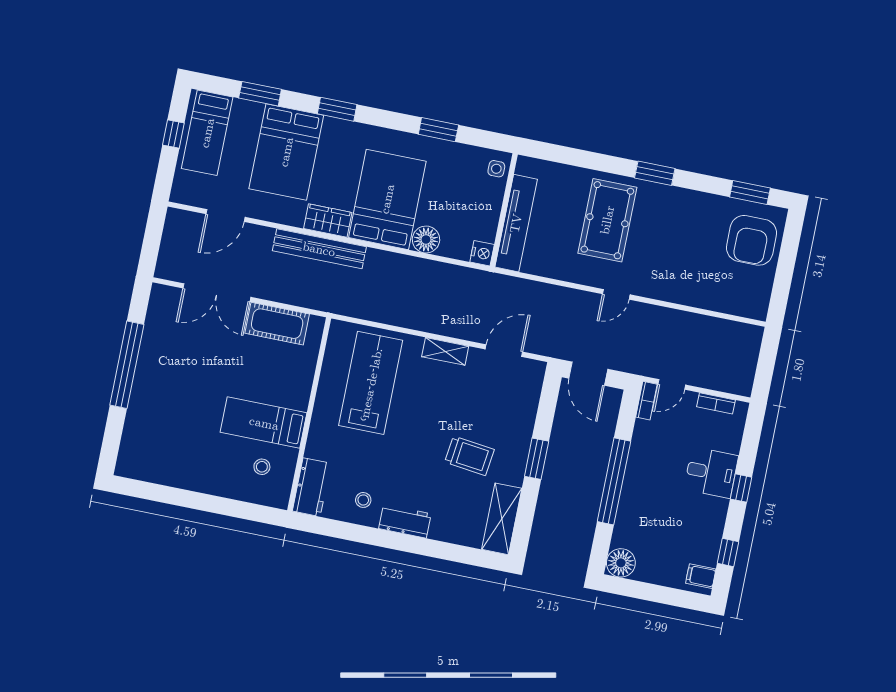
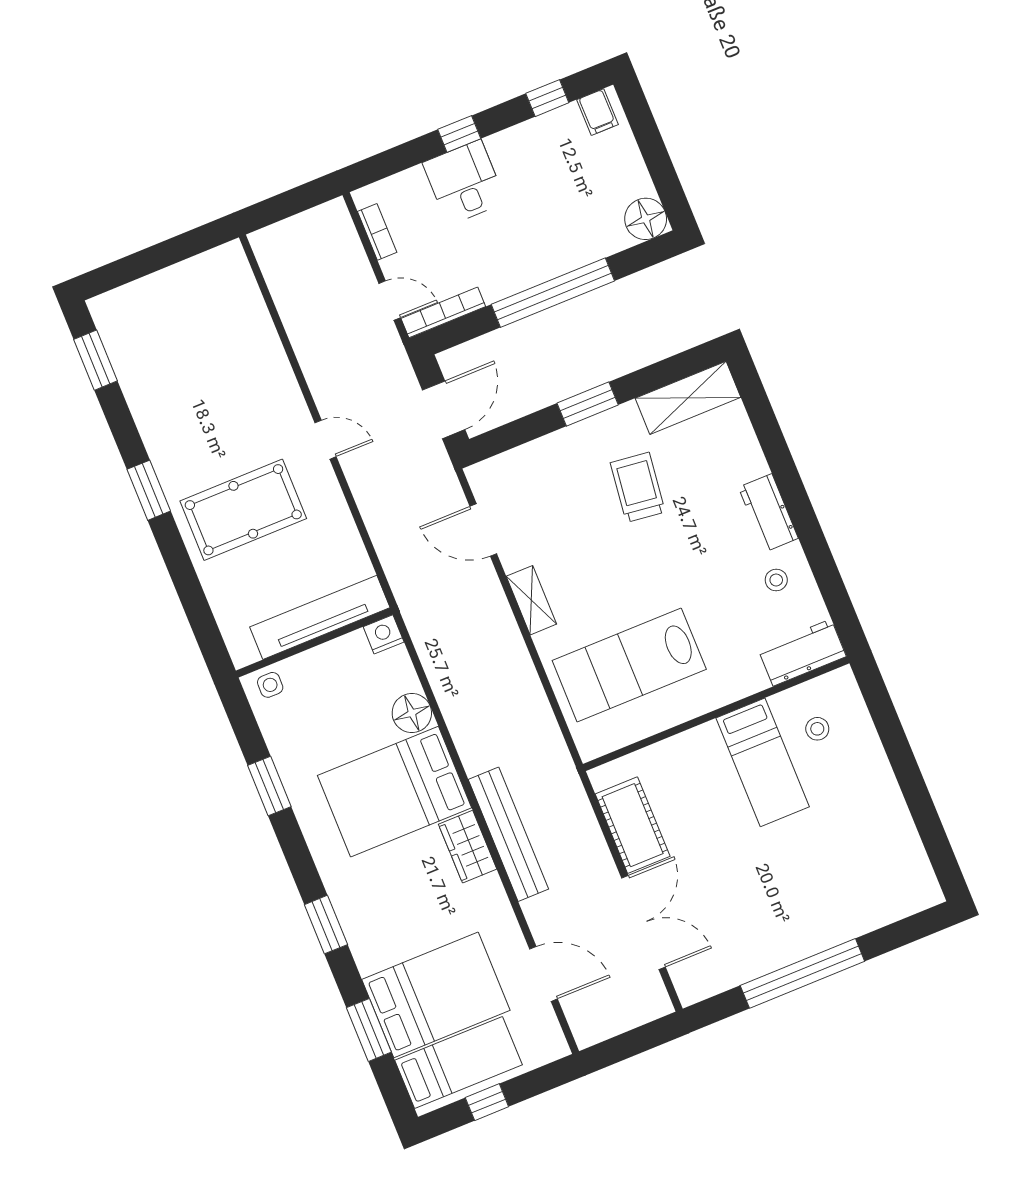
bed: (286, 152) -> (436, 995), moved
armchair: (751, 240) -> (152, 320), removed
bookcase: (646, 401) -> (443, 312), width x1.56

